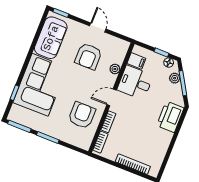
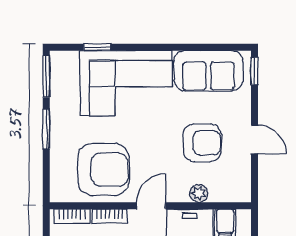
door: (98, 27) -> (255, 140), hinge flipped
armchair: (88, 56) -> (202, 143), turned 180
door: (111, 97) -> (151, 206), hinge flipped
armchair: (82, 115) -> (103, 169), width x1.36, depth x1.36

